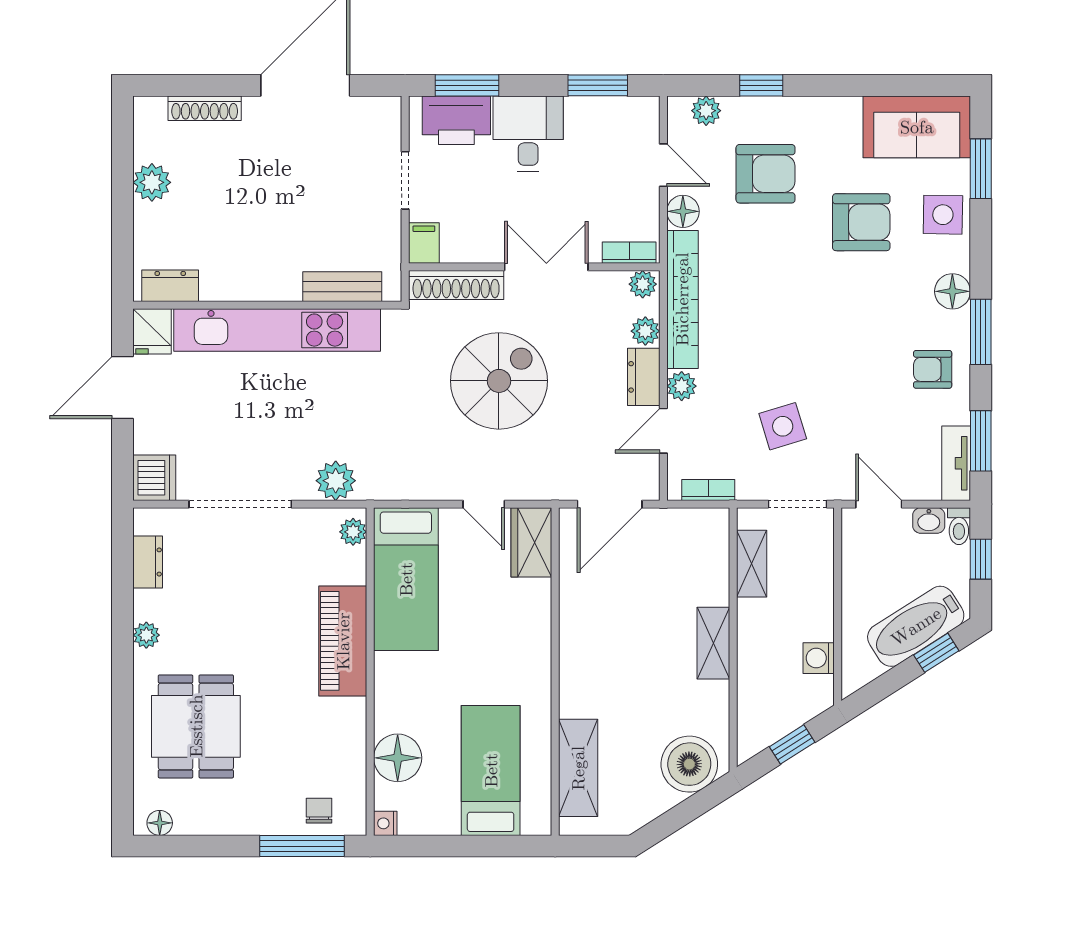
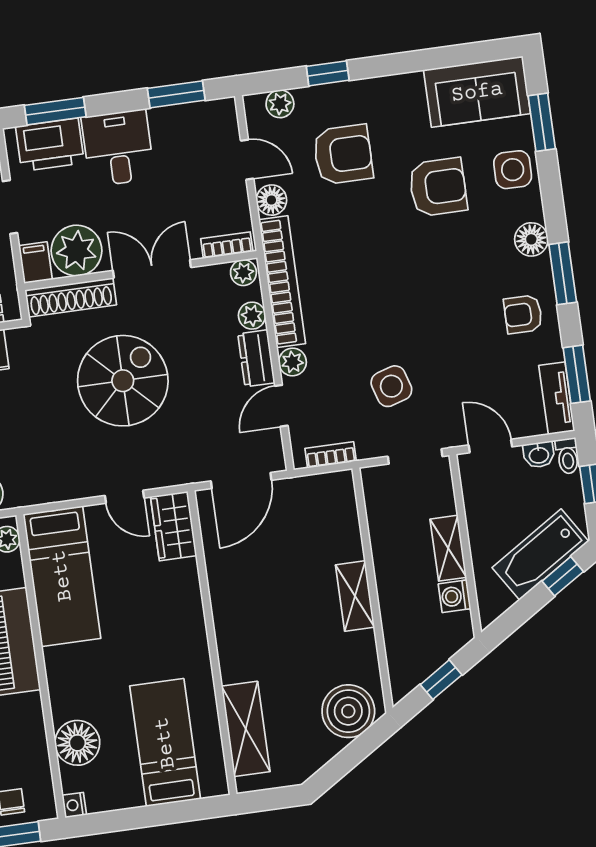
plant: (469, 236) -> (76, 251), added
shelving: (752, 564) -> (448, 548), moved

